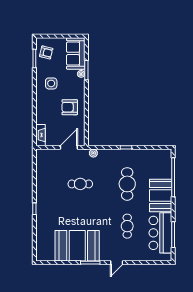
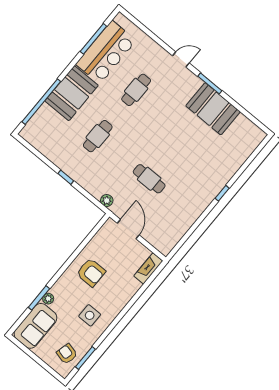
door: (69, 147) -> (128, 229), swing flipped
cafe table: (127, 184) -> (98, 136), width x0.73, depth x0.74
booth: (77, 246) -> (213, 109), width x0.73, depth x0.70

